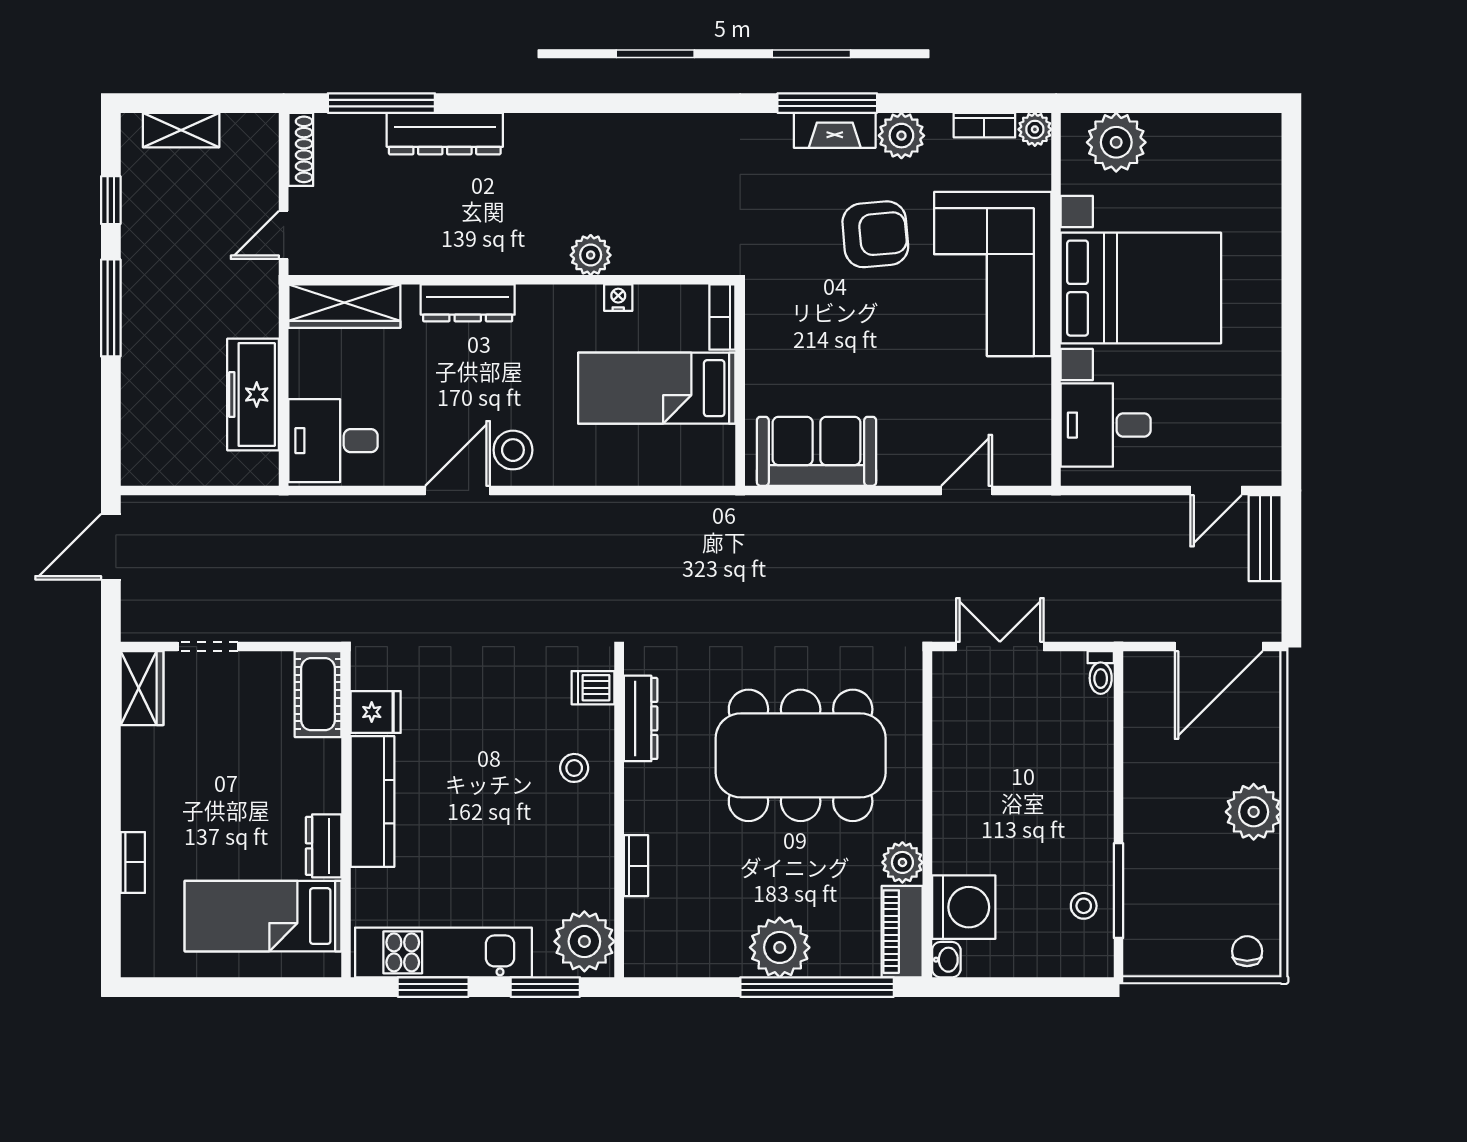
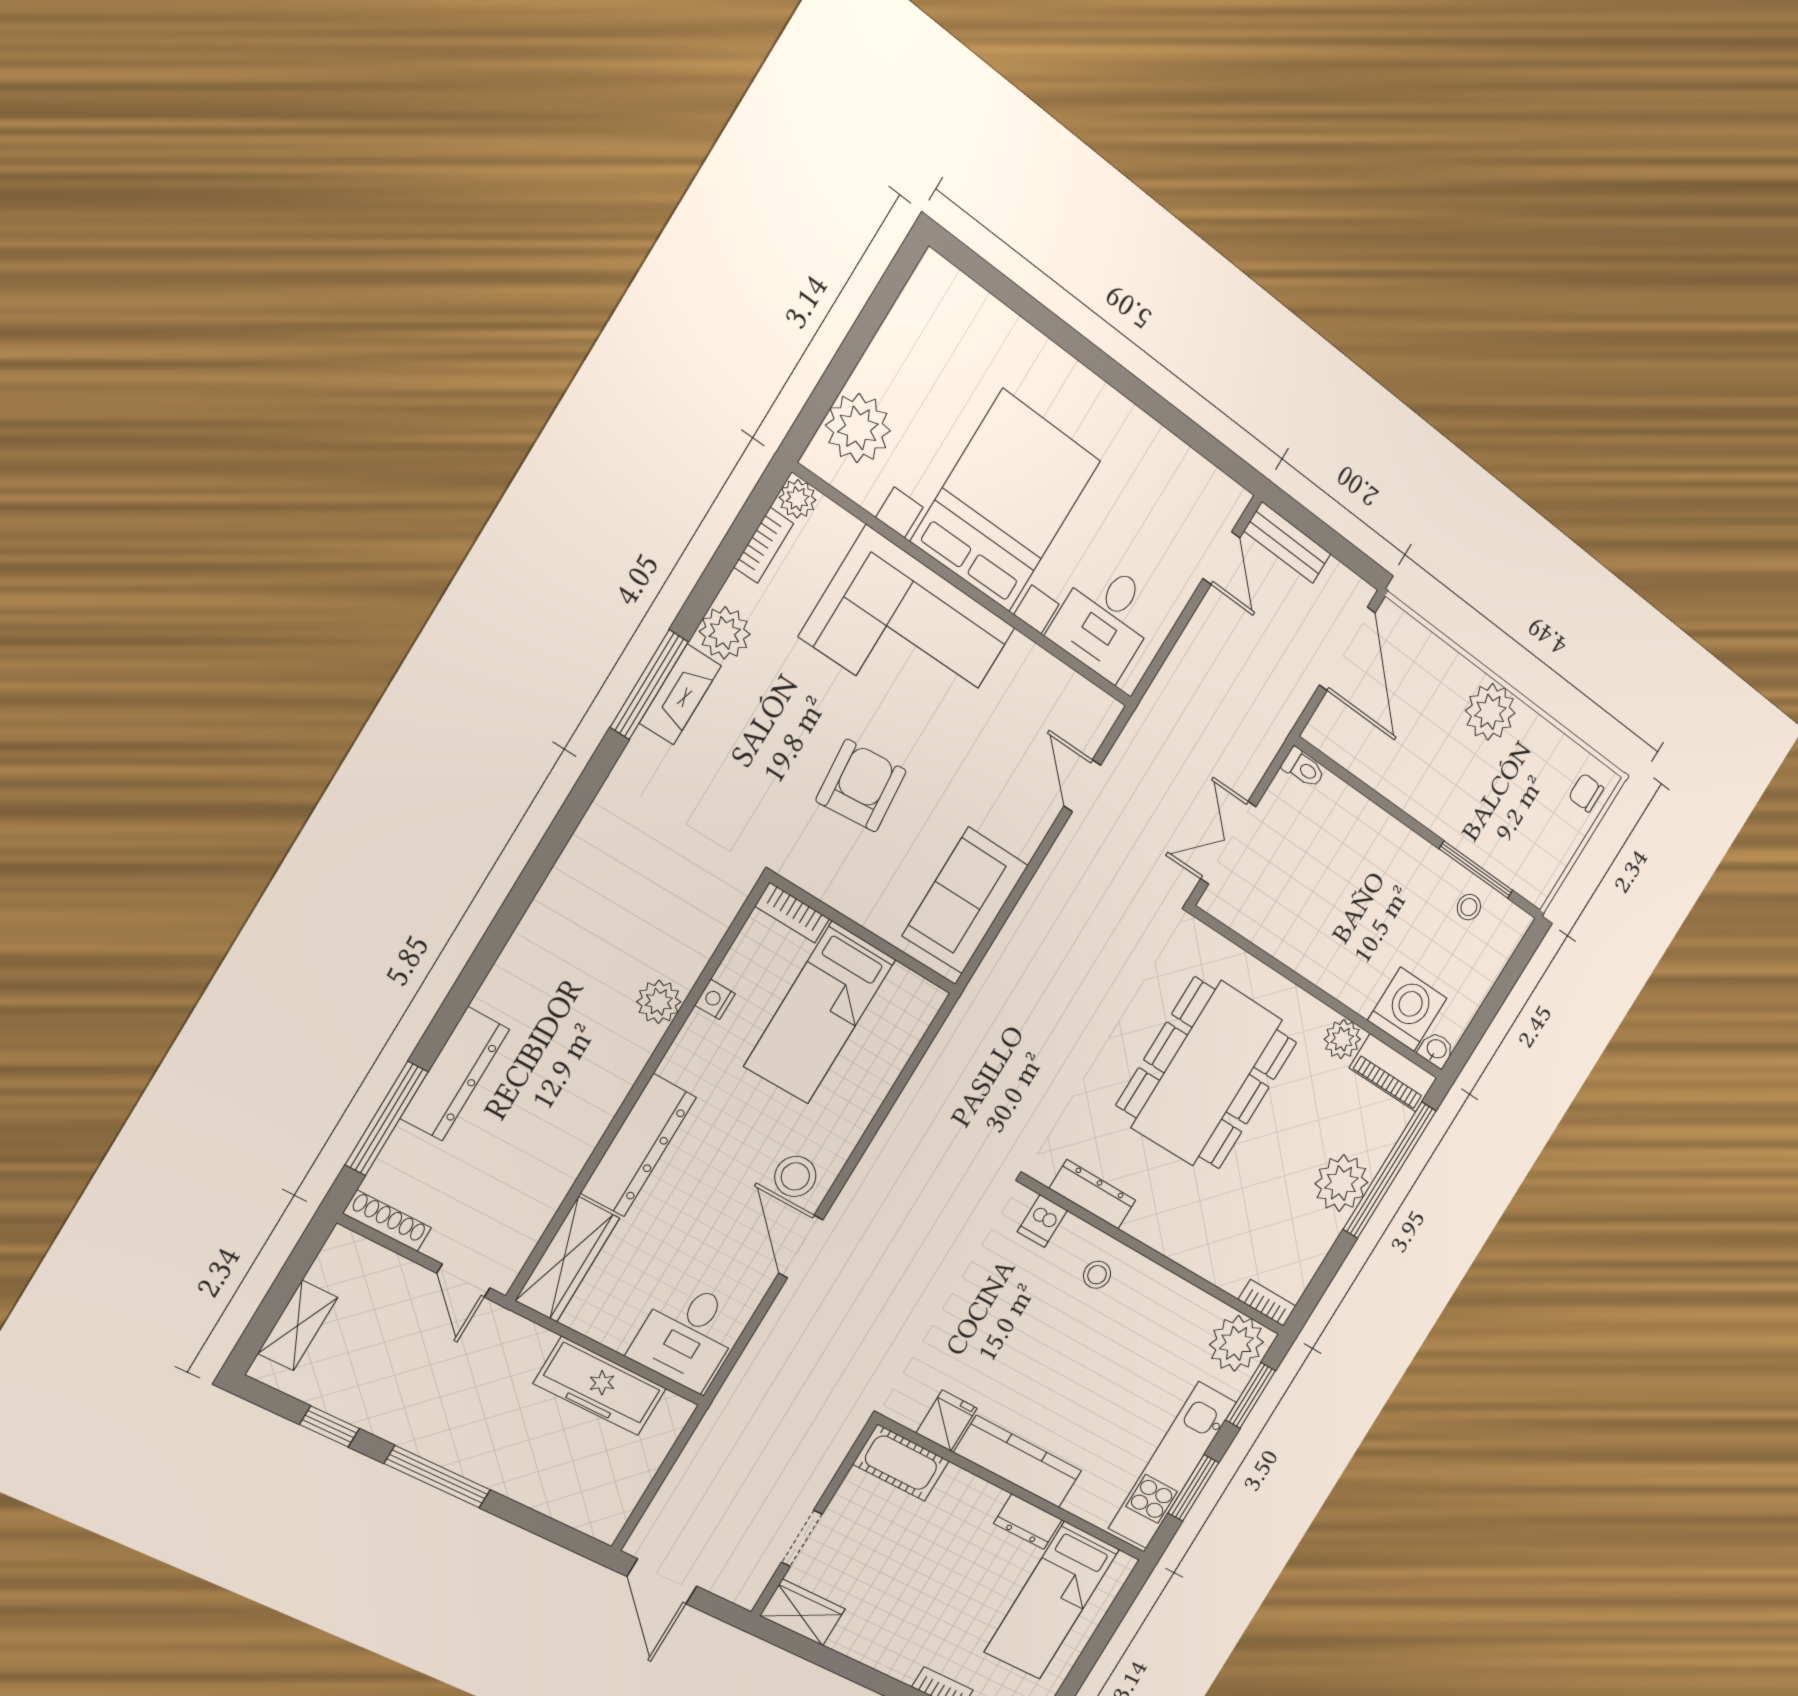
armchair: (875, 234) -> (861, 786), moved
dresser: (468, 303) -> (638, 1145), width x1.37, depth x1.24
bookcase: (636, 866) -> (1267, 1303), moved

